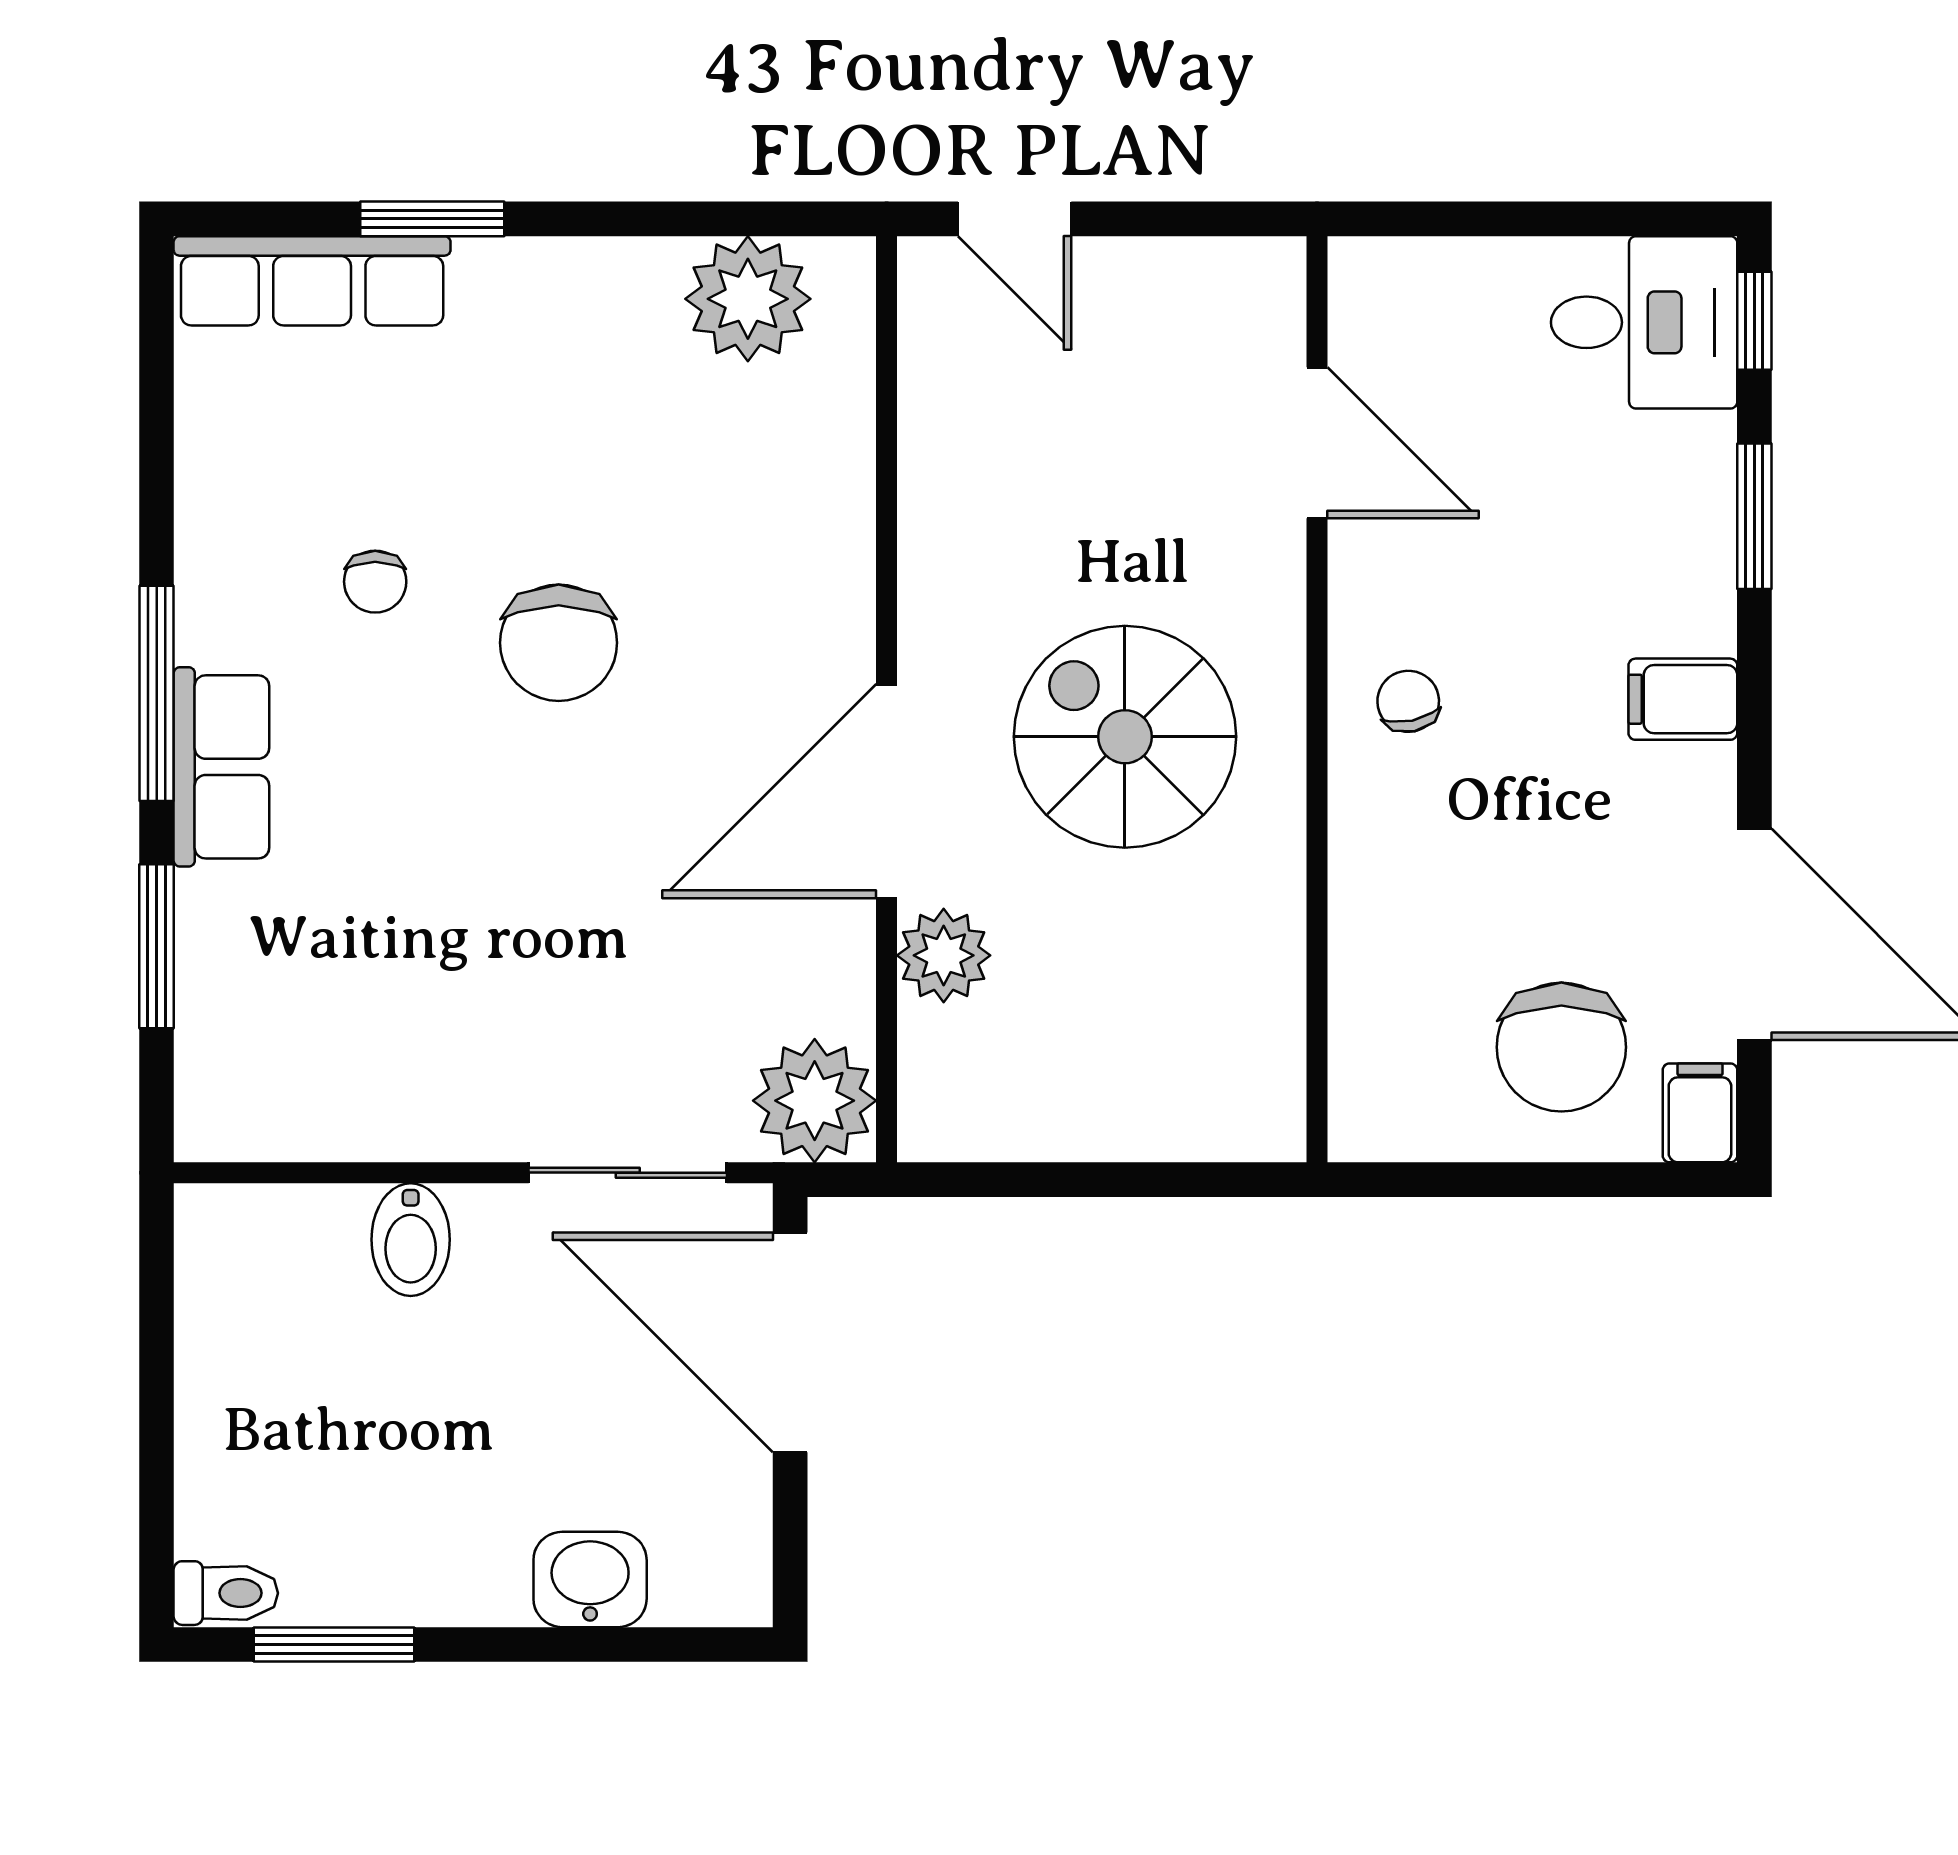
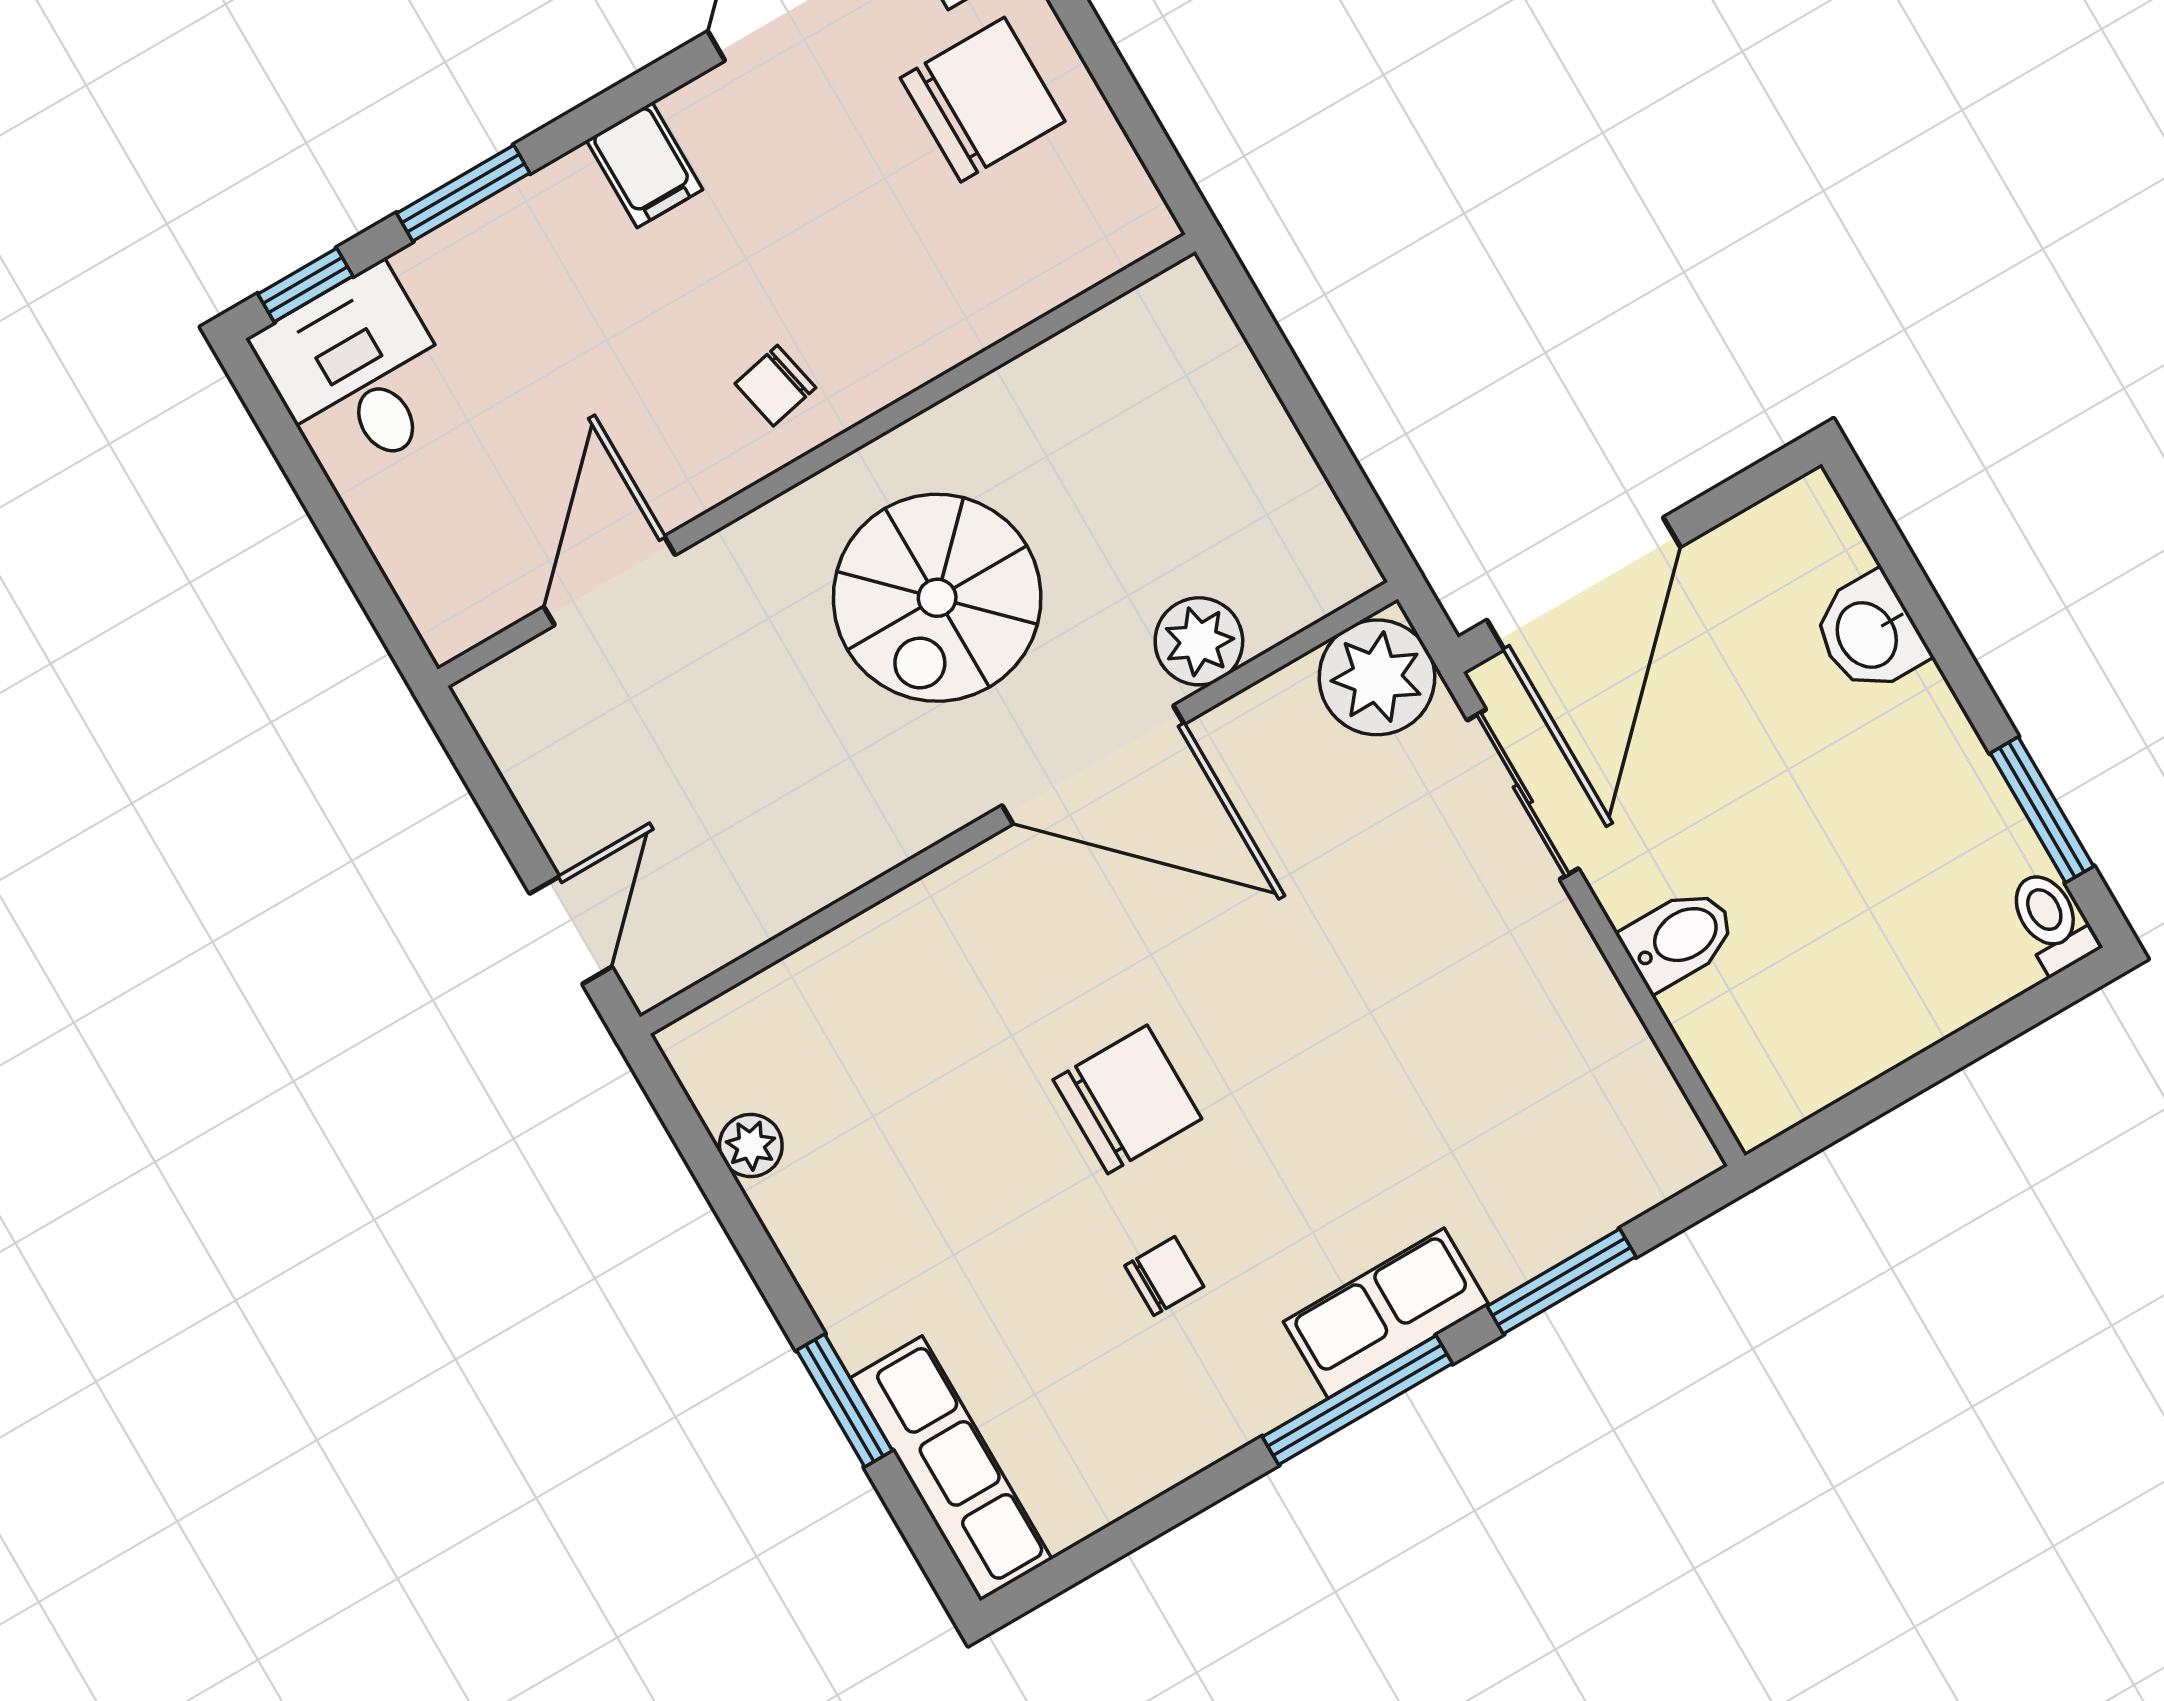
plant: (748, 299) -> (751, 1145), width x0.53, depth x0.53

